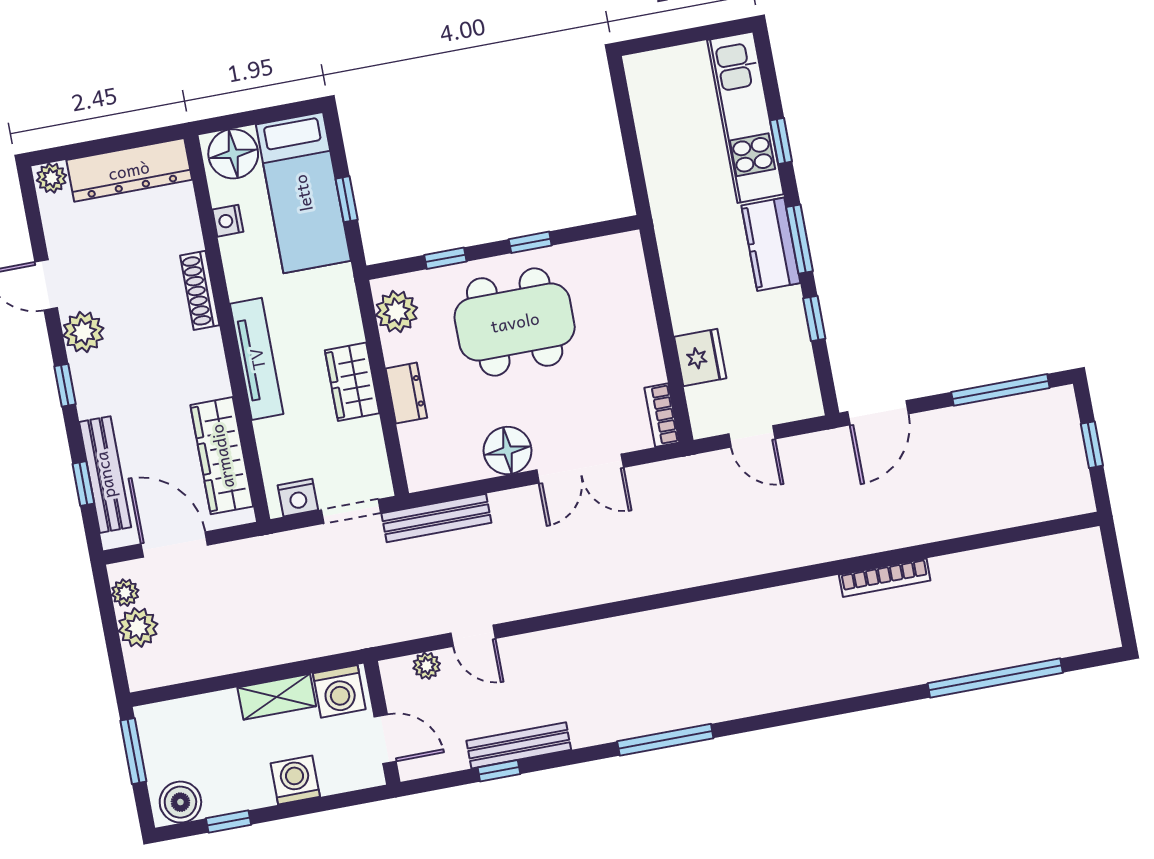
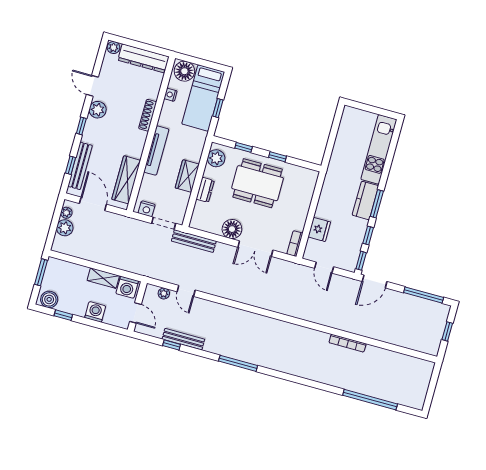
window: (781, 141) -> (361, 261), moved

